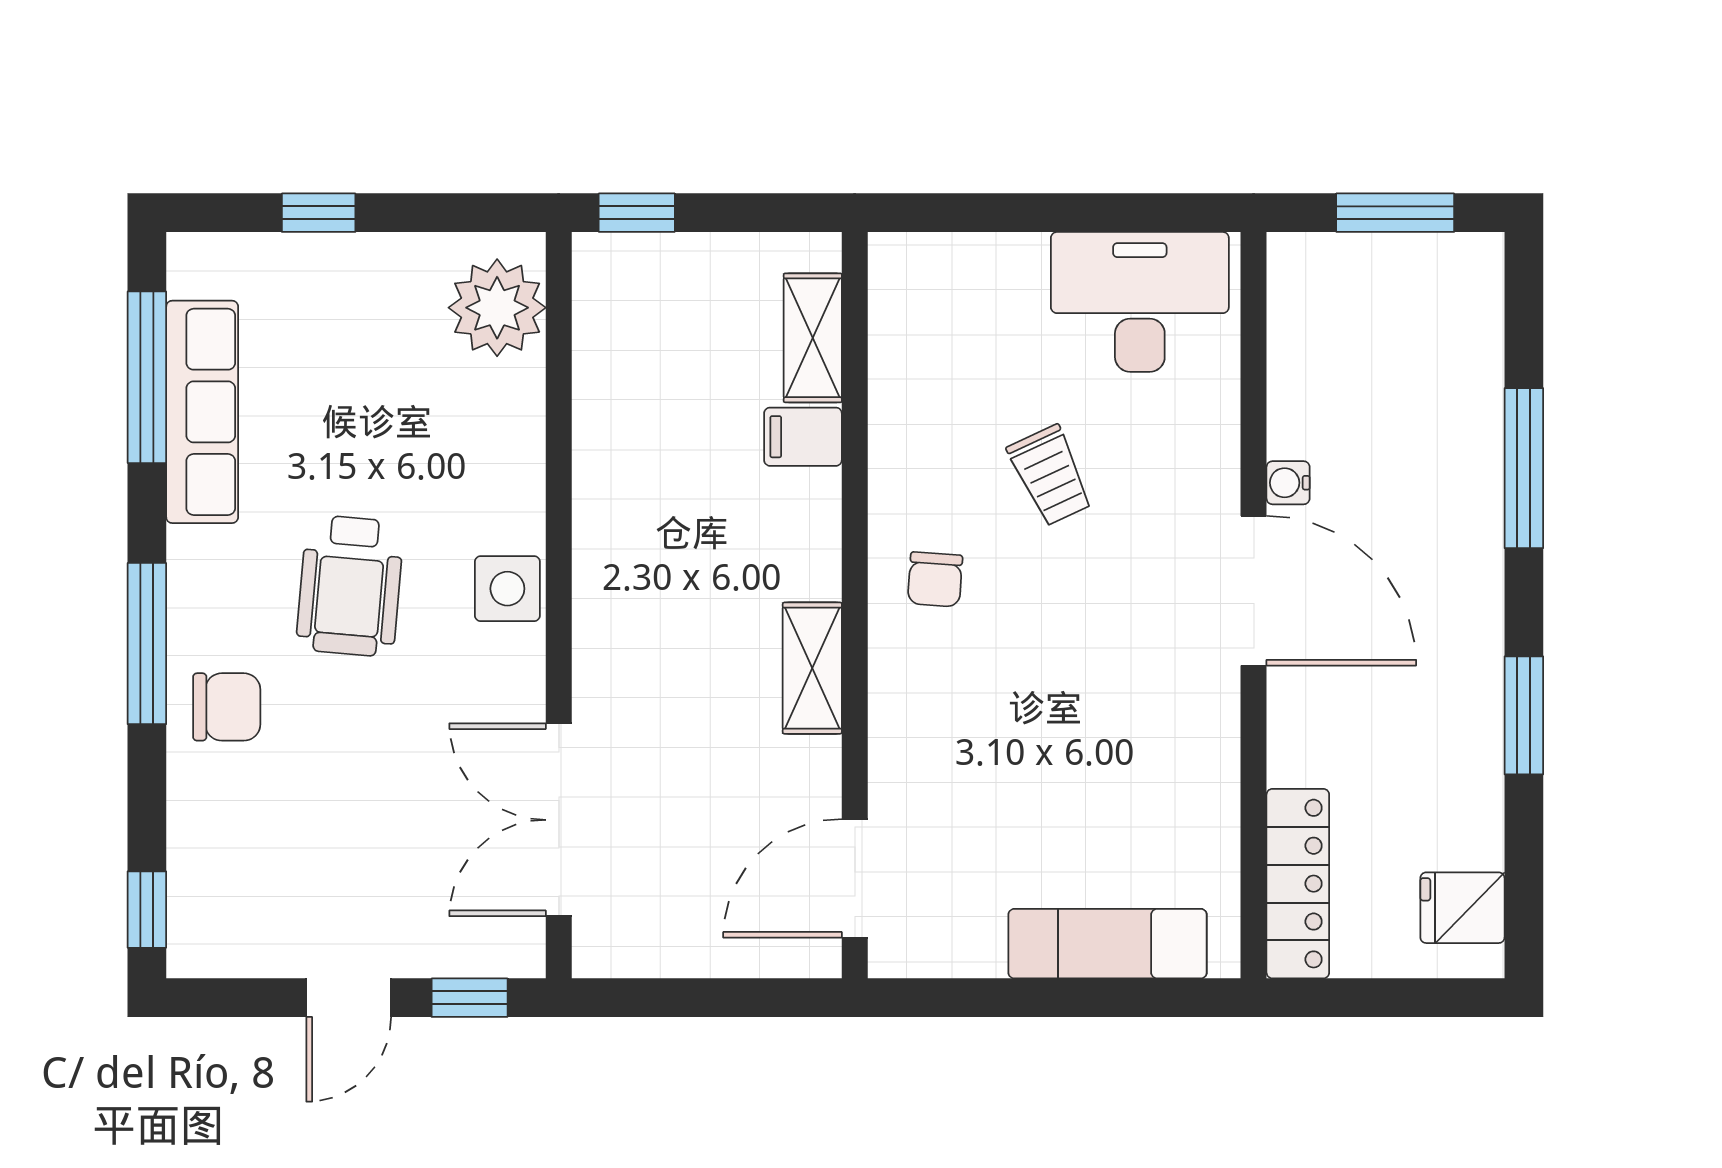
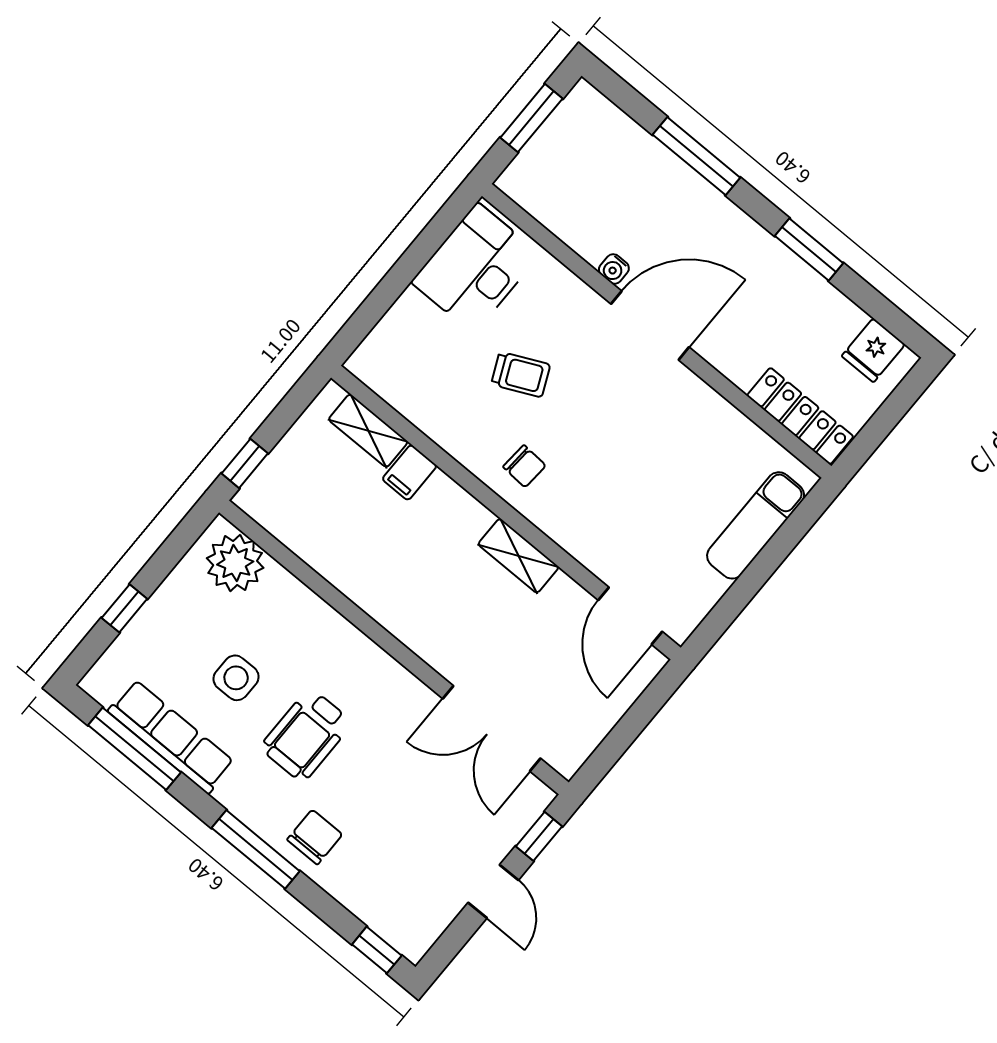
wheelchair: (350, 586) -> (306, 735), turned 85
side table: (507, 589) -> (236, 678), moved

